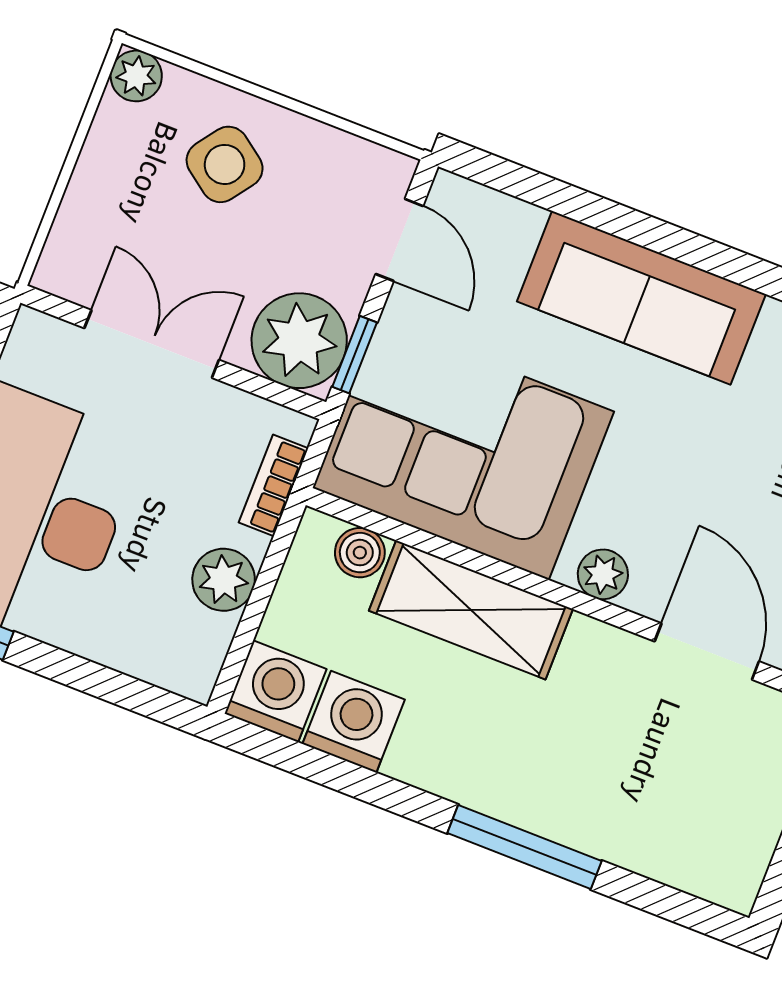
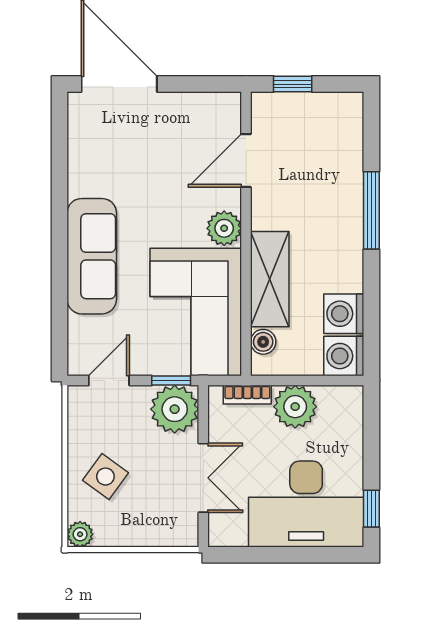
double door: (152, 344) -> (203, 478), swing flipped
plant: (603, 574) -> (224, 228), width x1.38, depth x1.38
plant: (224, 580) -> (295, 407), width x1.36, depth x1.36

